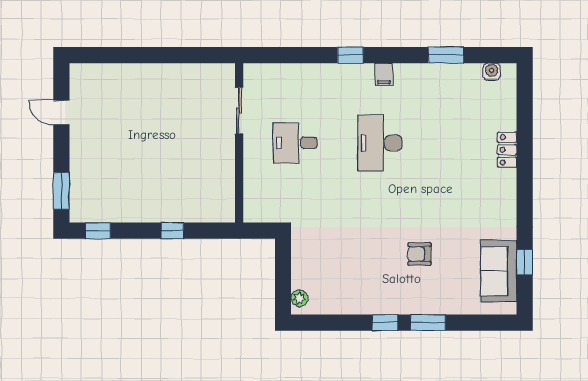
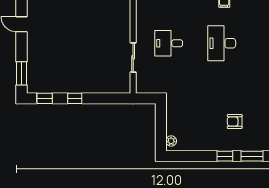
sliding door: (239, 111) -> (133, 57), moved
window: (172, 231) -> (75, 98), moved
armchair: (419, 254) -> (235, 121), moved

